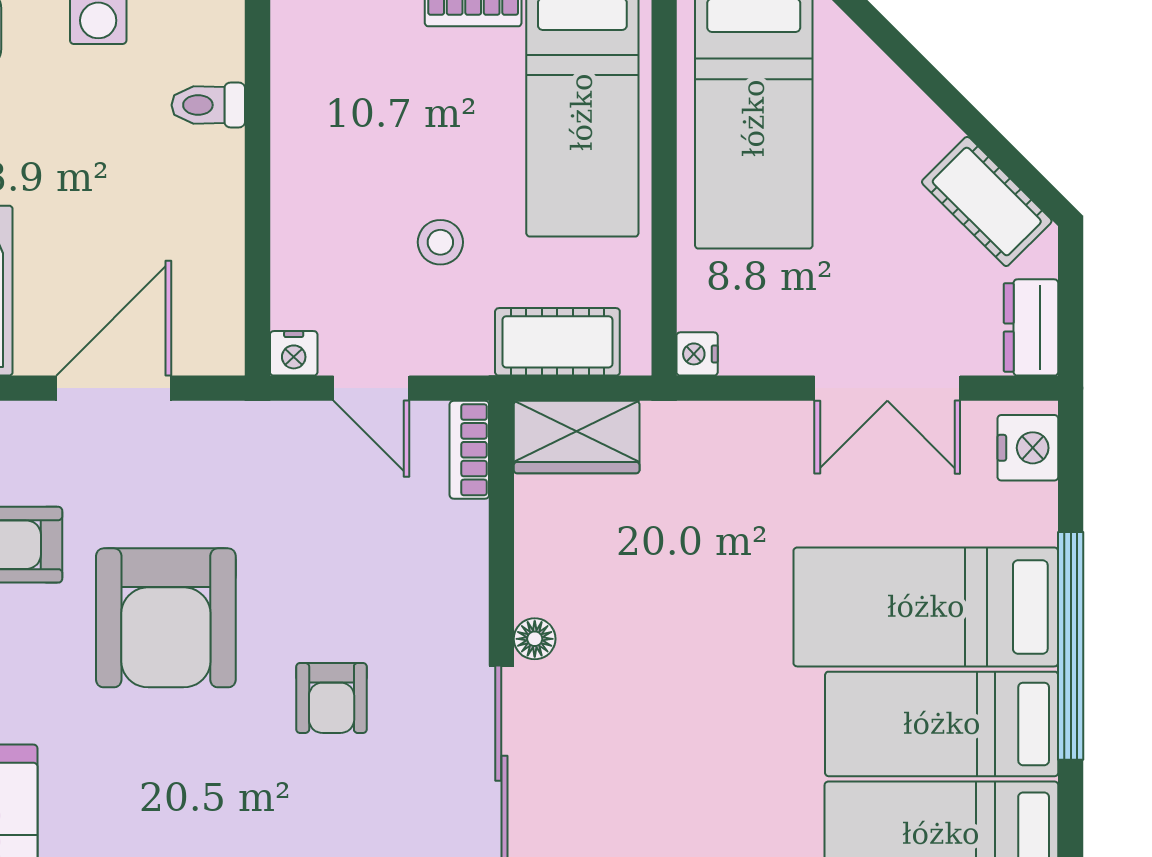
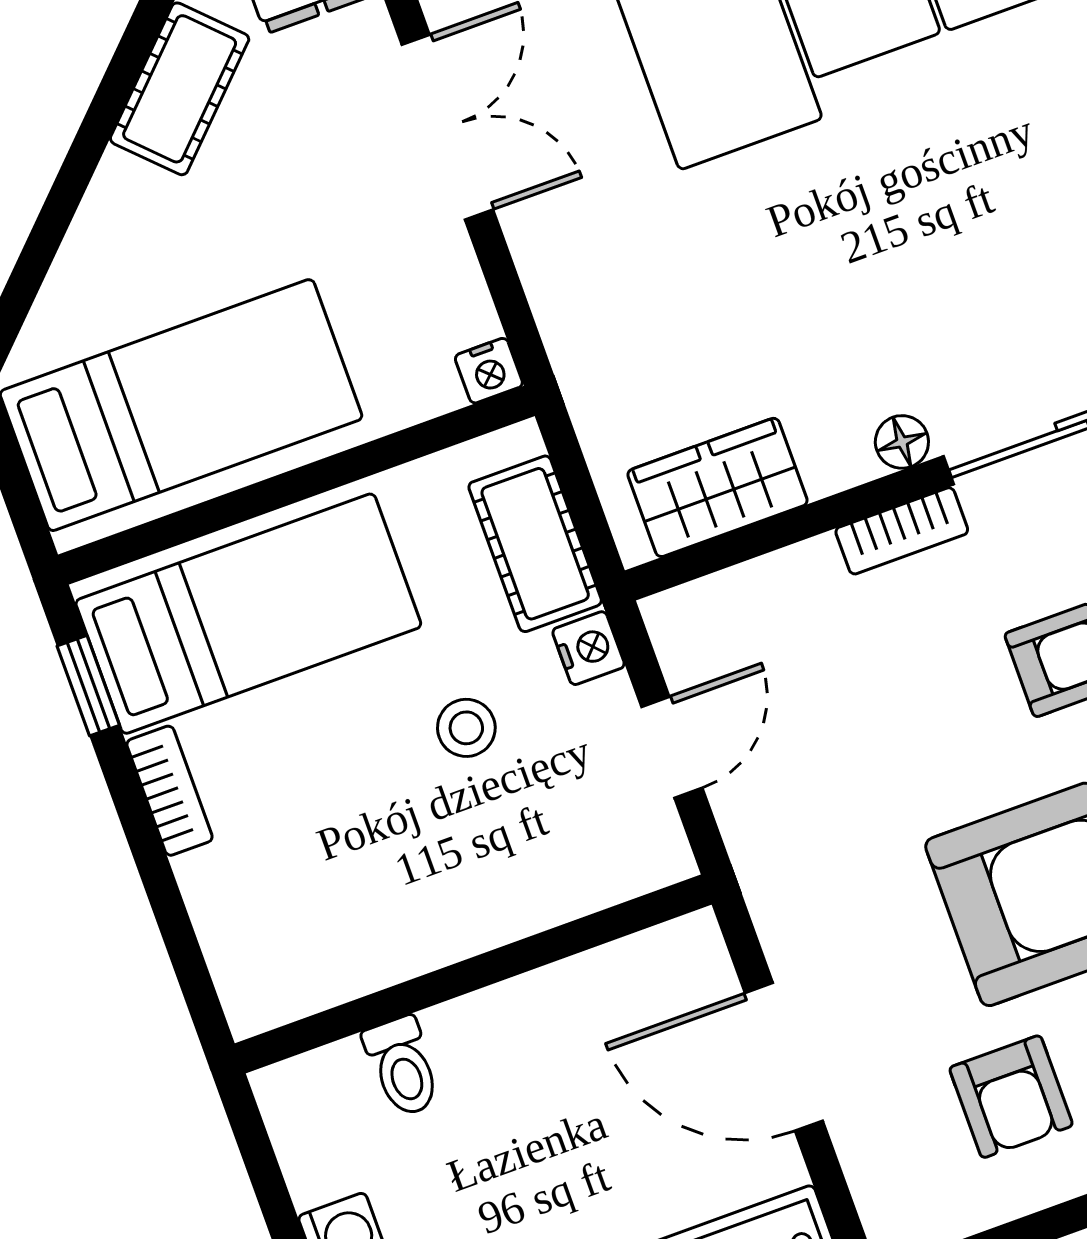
nightstand: (294, 353) -> (588, 648), moved
wardrobe: (577, 437) -> (718, 487), moved, turned -90
bookcase: (469, 450) -> (902, 531), moved

